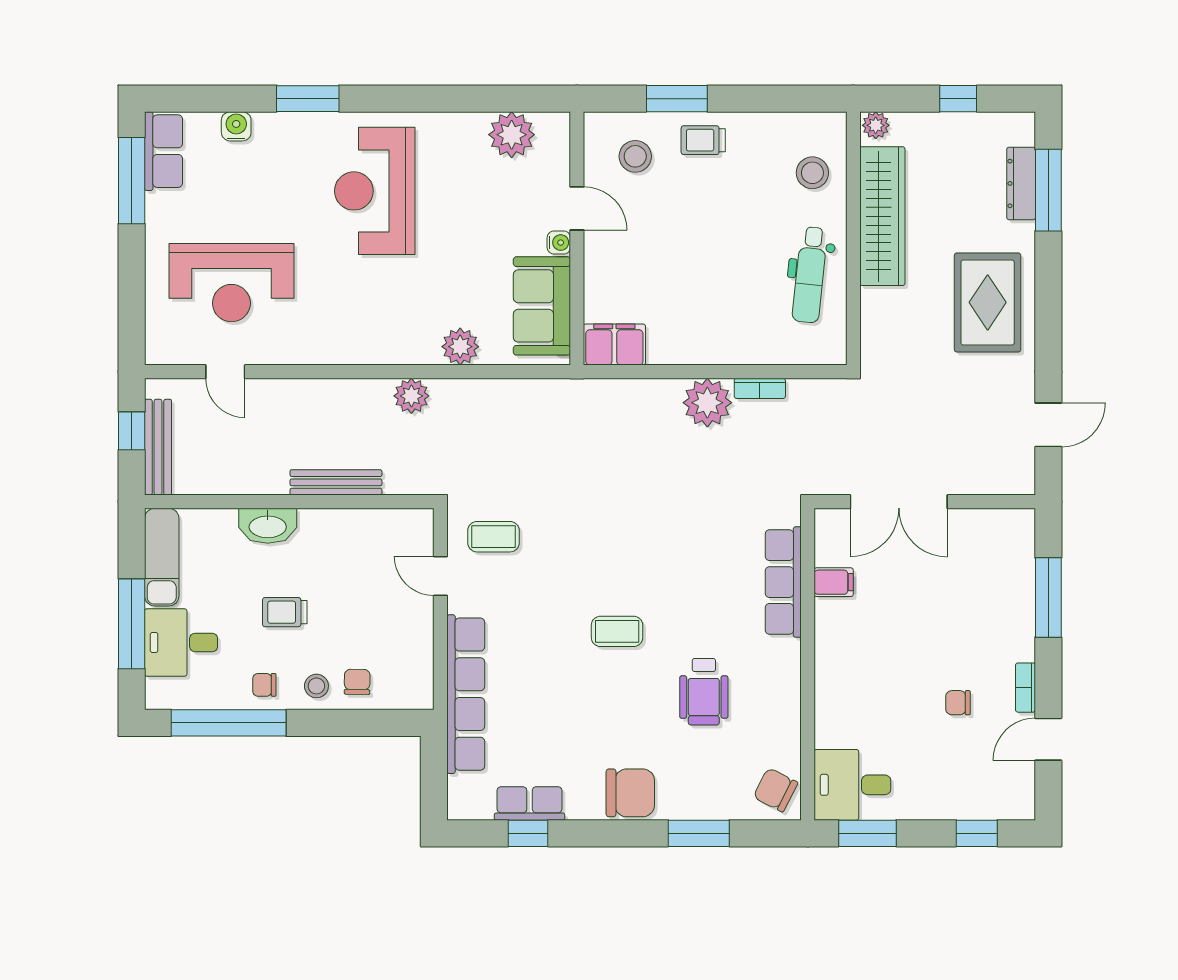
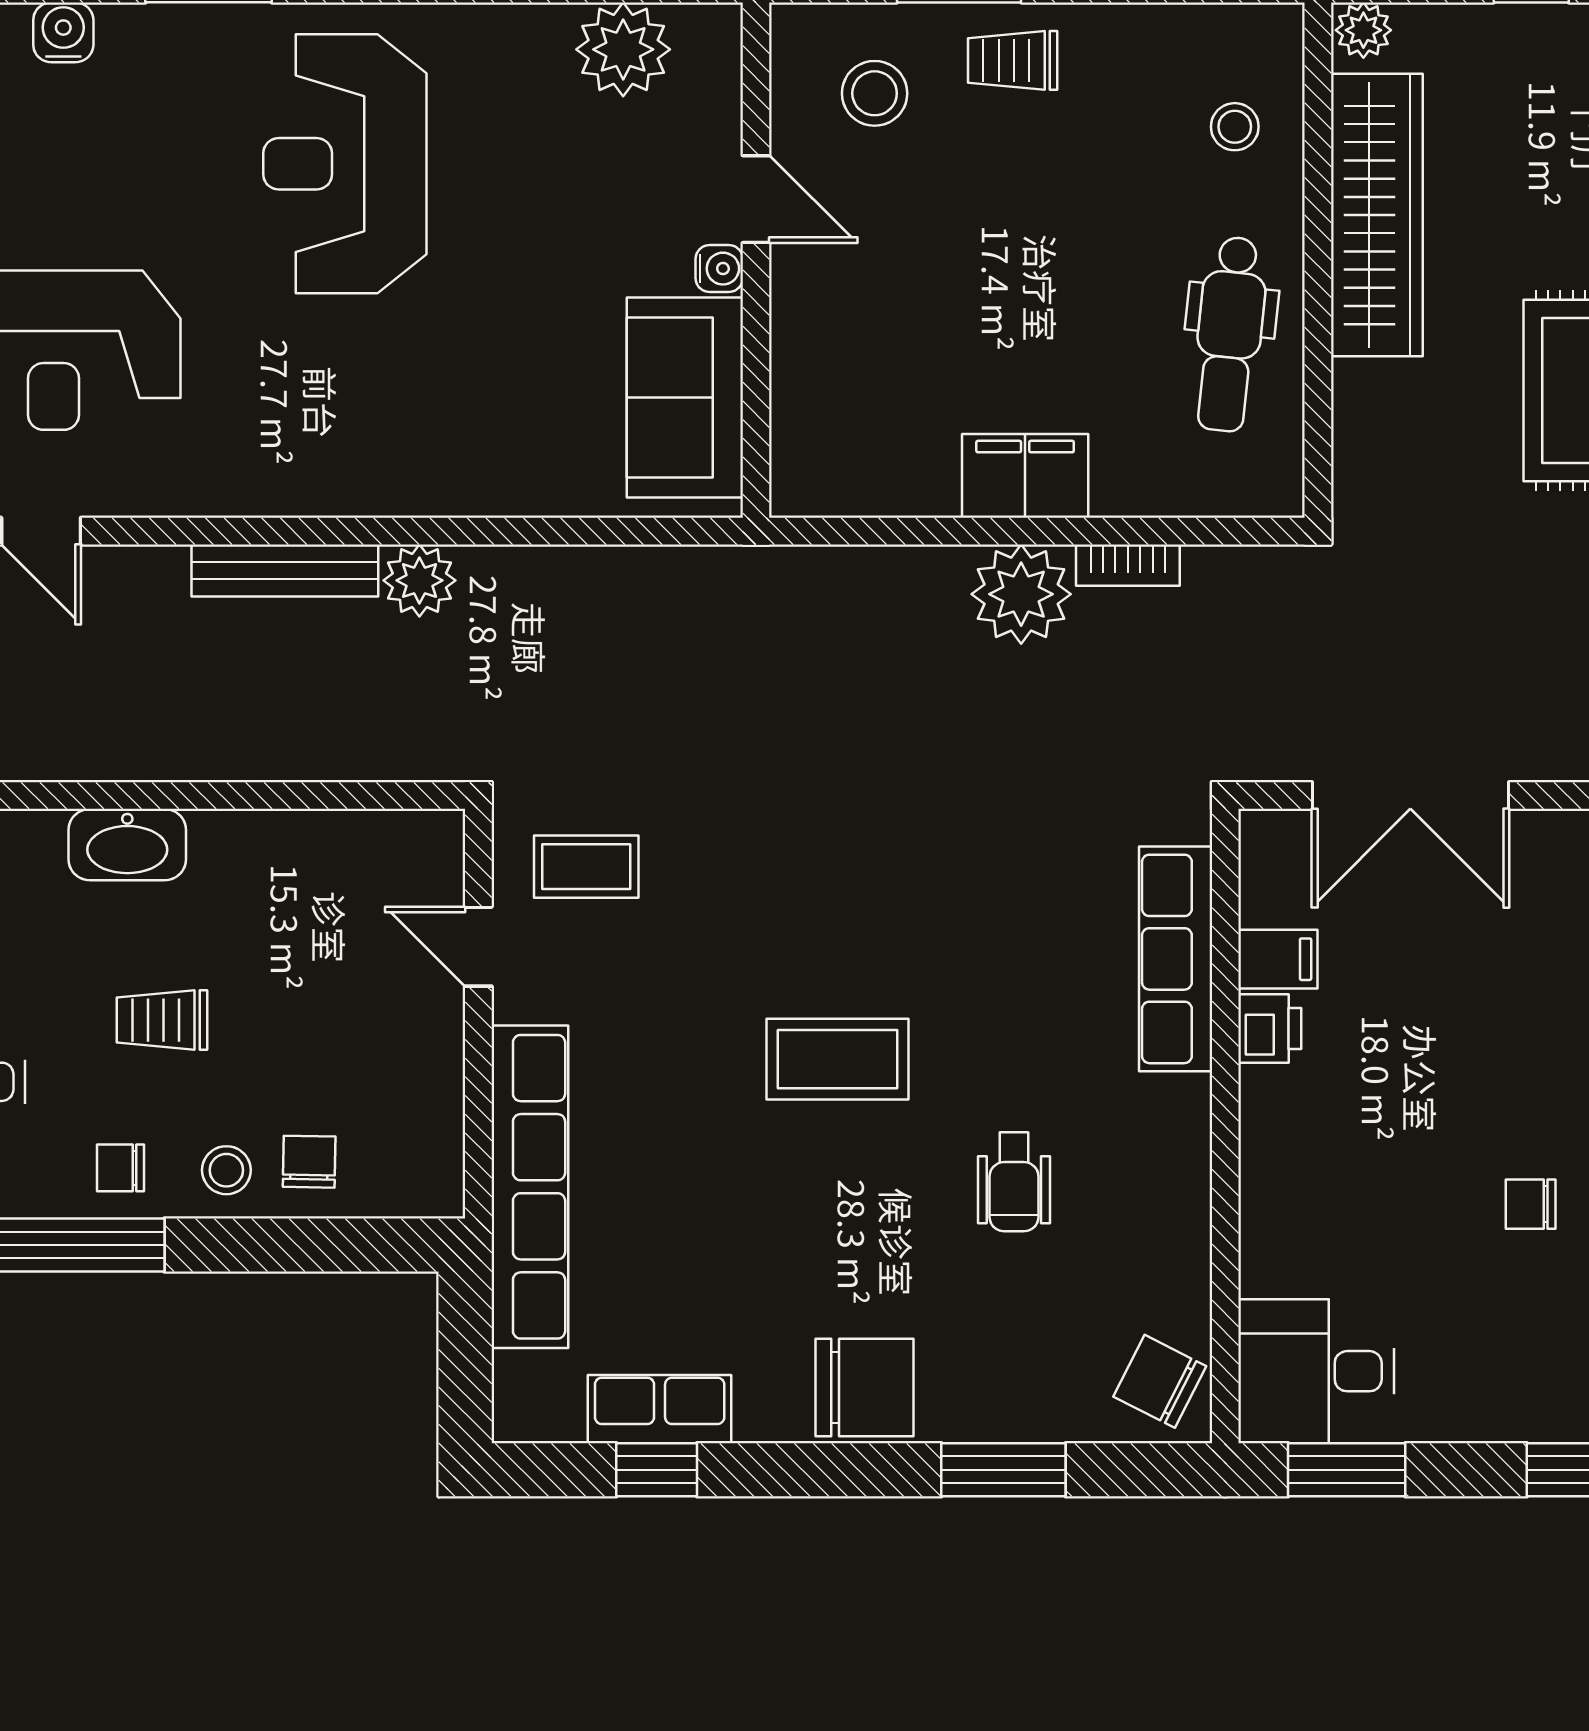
stool: (812, 173) -> (1235, 127), width x0.73, depth x0.73
filing cabinet: (614, 345) -> (1025, 476), moved
plant: (460, 347) -> (519, 480), removed
bench: (336, 482) -> (285, 570), moved
printer: (830, 616) -> (1270, 1028), added
coffee table: (617, 631) -> (838, 1059), width x1.36, depth x1.30
wheelchair: (704, 692) -> (1014, 1182), width x0.73, depth x0.73

